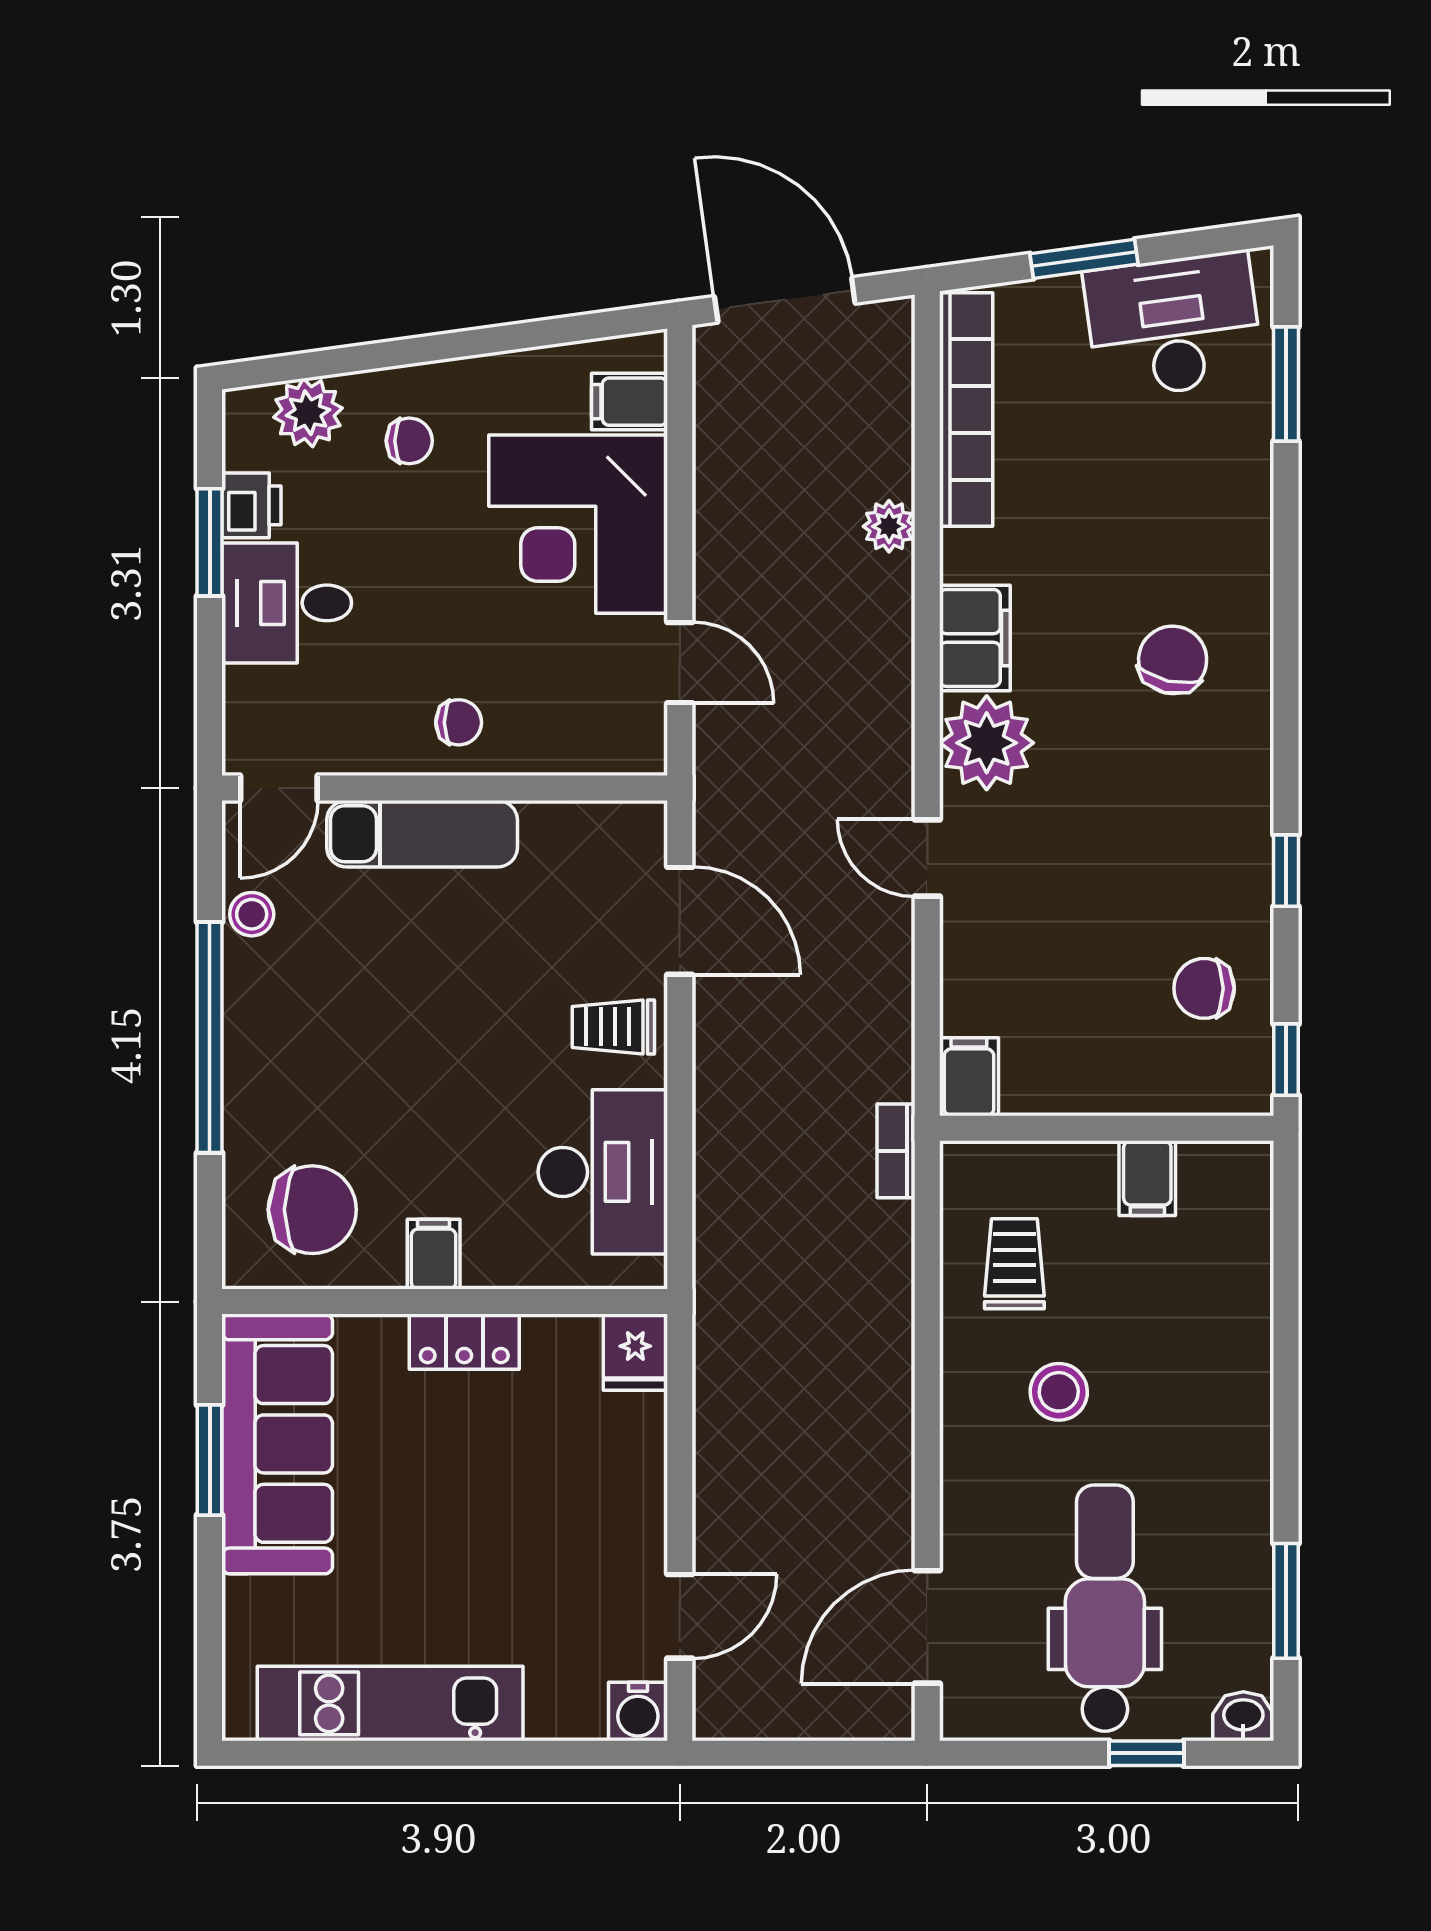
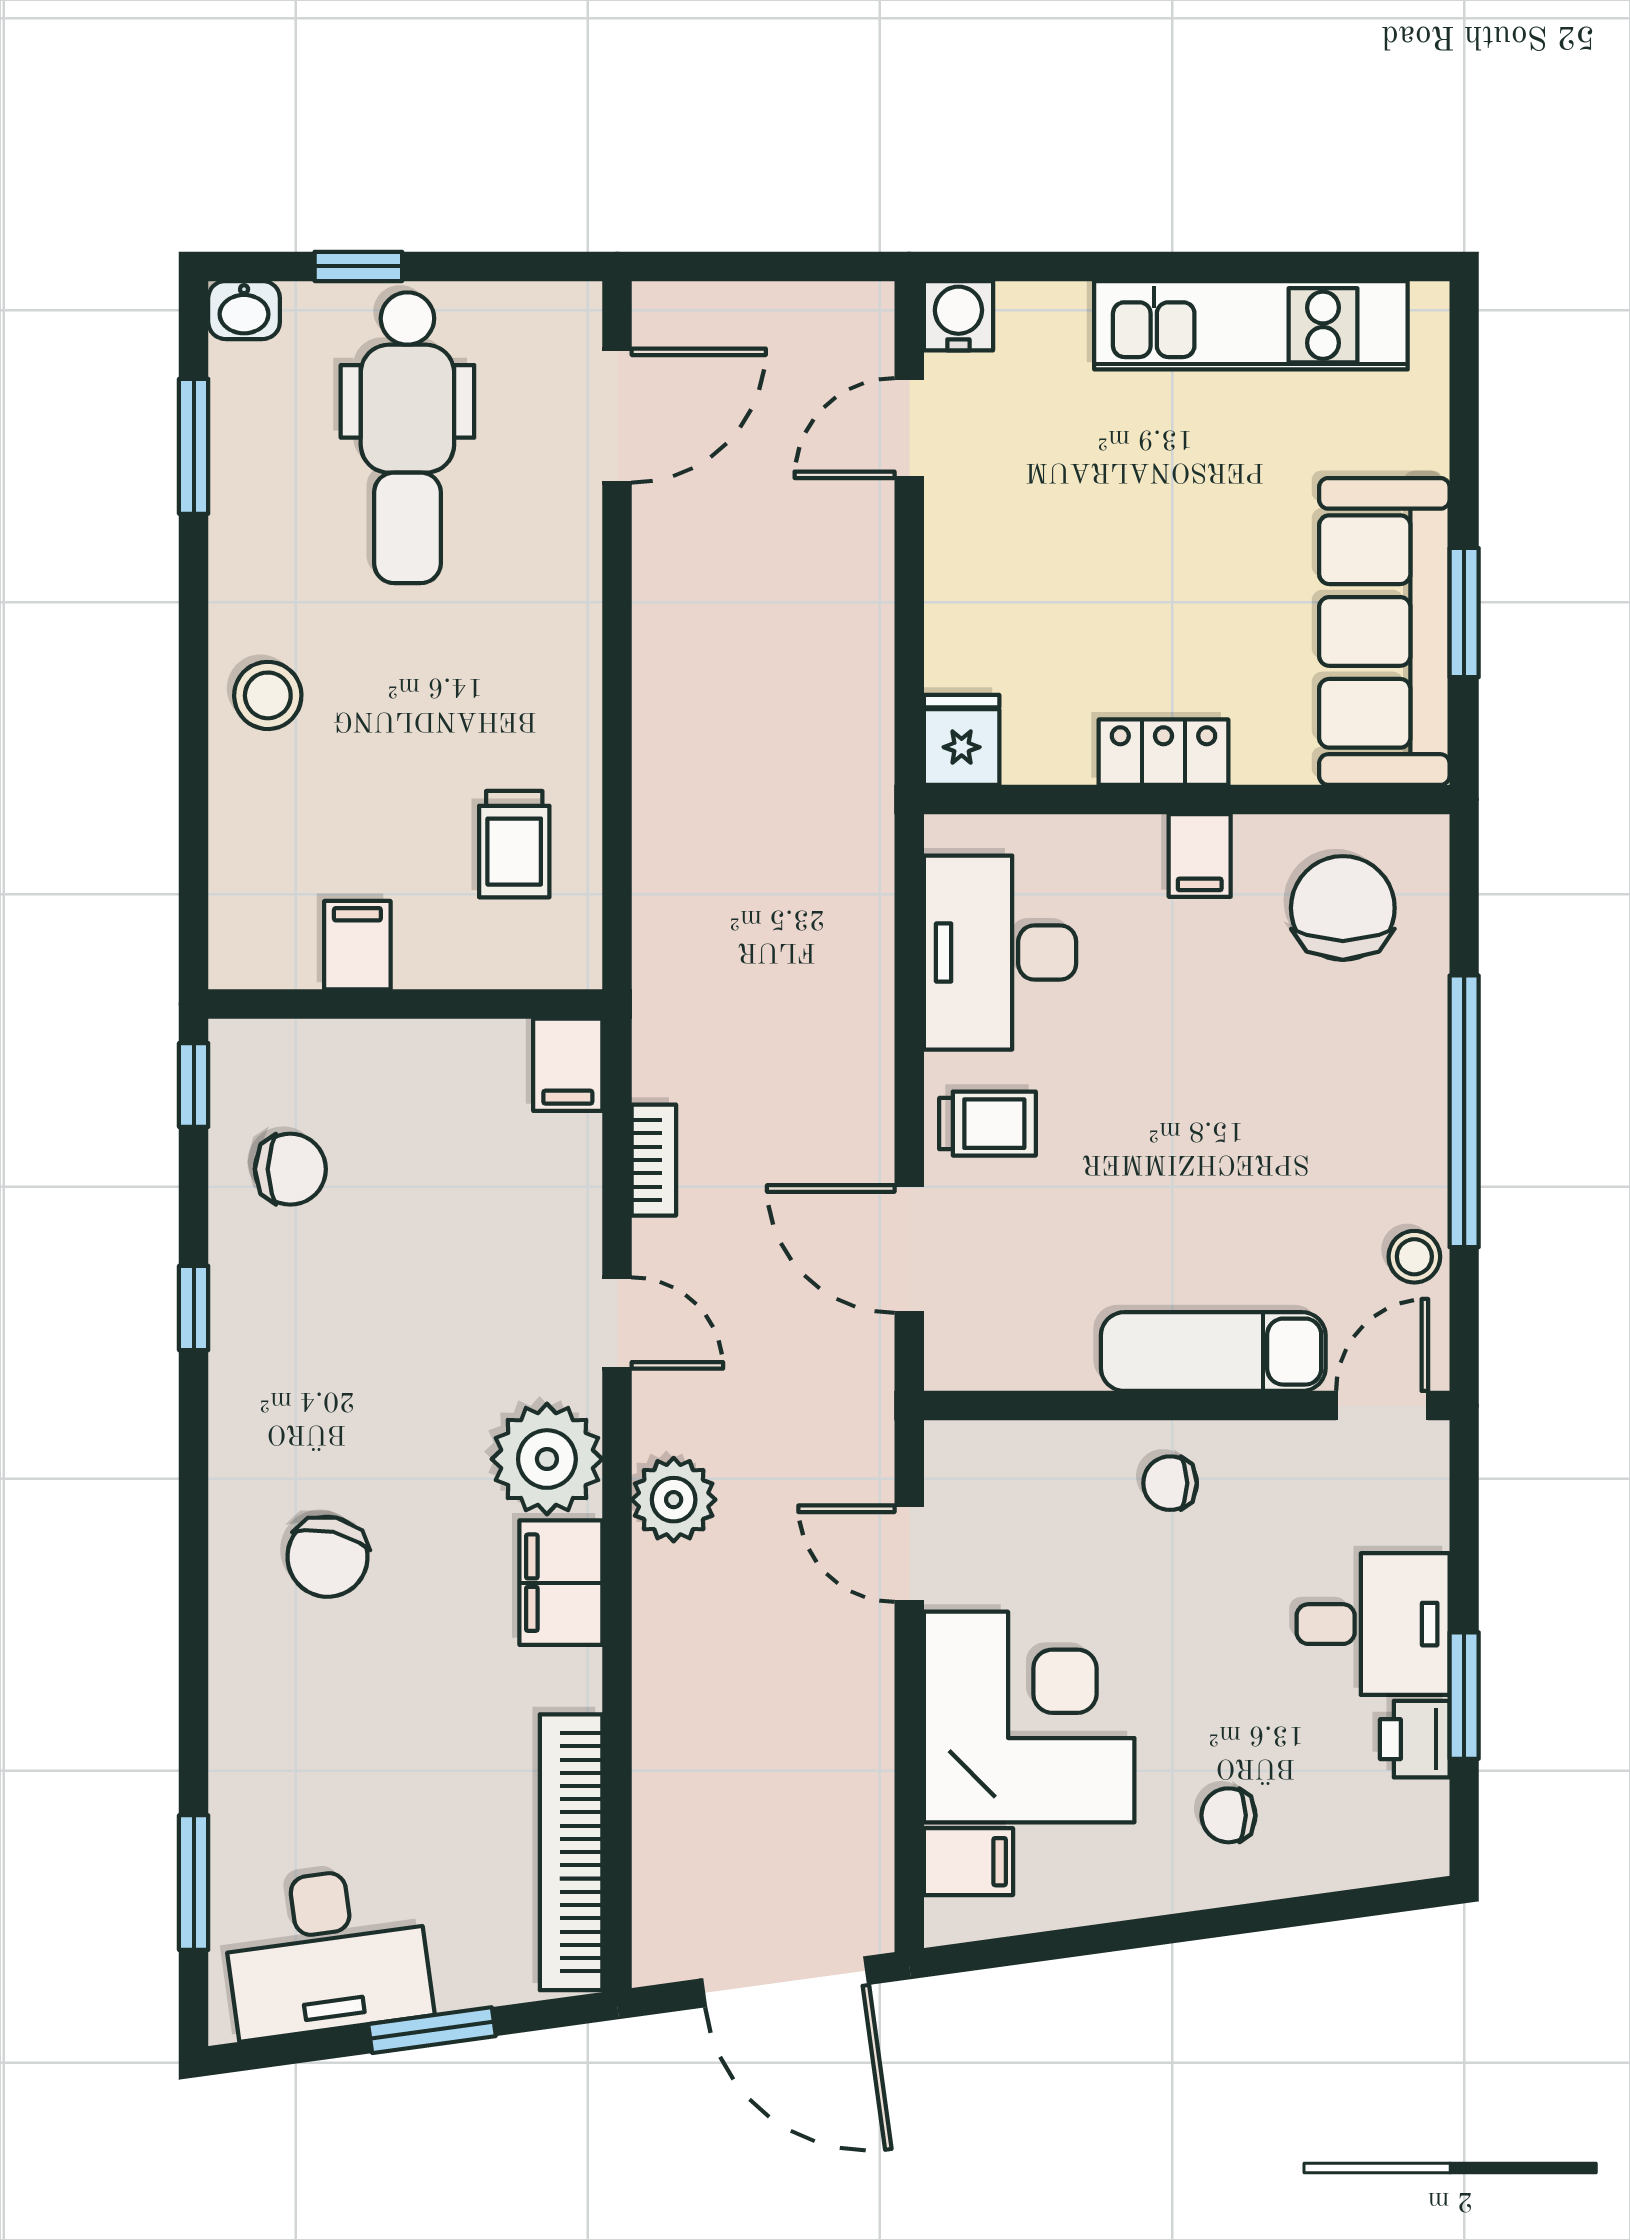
plant: (308, 413) -> (1348, 1849), removed
plant: (889, 526) -> (674, 1500), moved, width x1.38, depth x1.38
bookcase: (896, 1151) -> (654, 1160), moved
chair: (312, 1210) -> (1343, 908), turned 90
stool: (1059, 1392) -> (268, 695), moved

